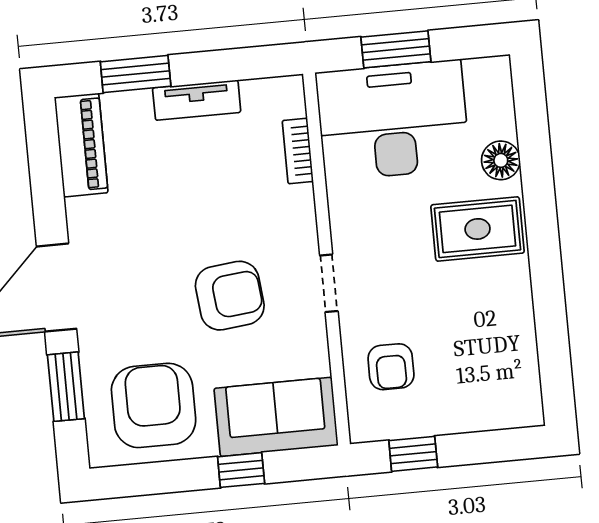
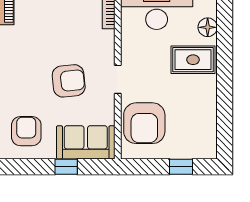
armchair: (391, 367) -> (144, 123), width x1.88, depth x1.88
armchair: (154, 405) -> (26, 131), width x0.73, depth x0.73
window: (413, 454) -> (181, 167), moved

